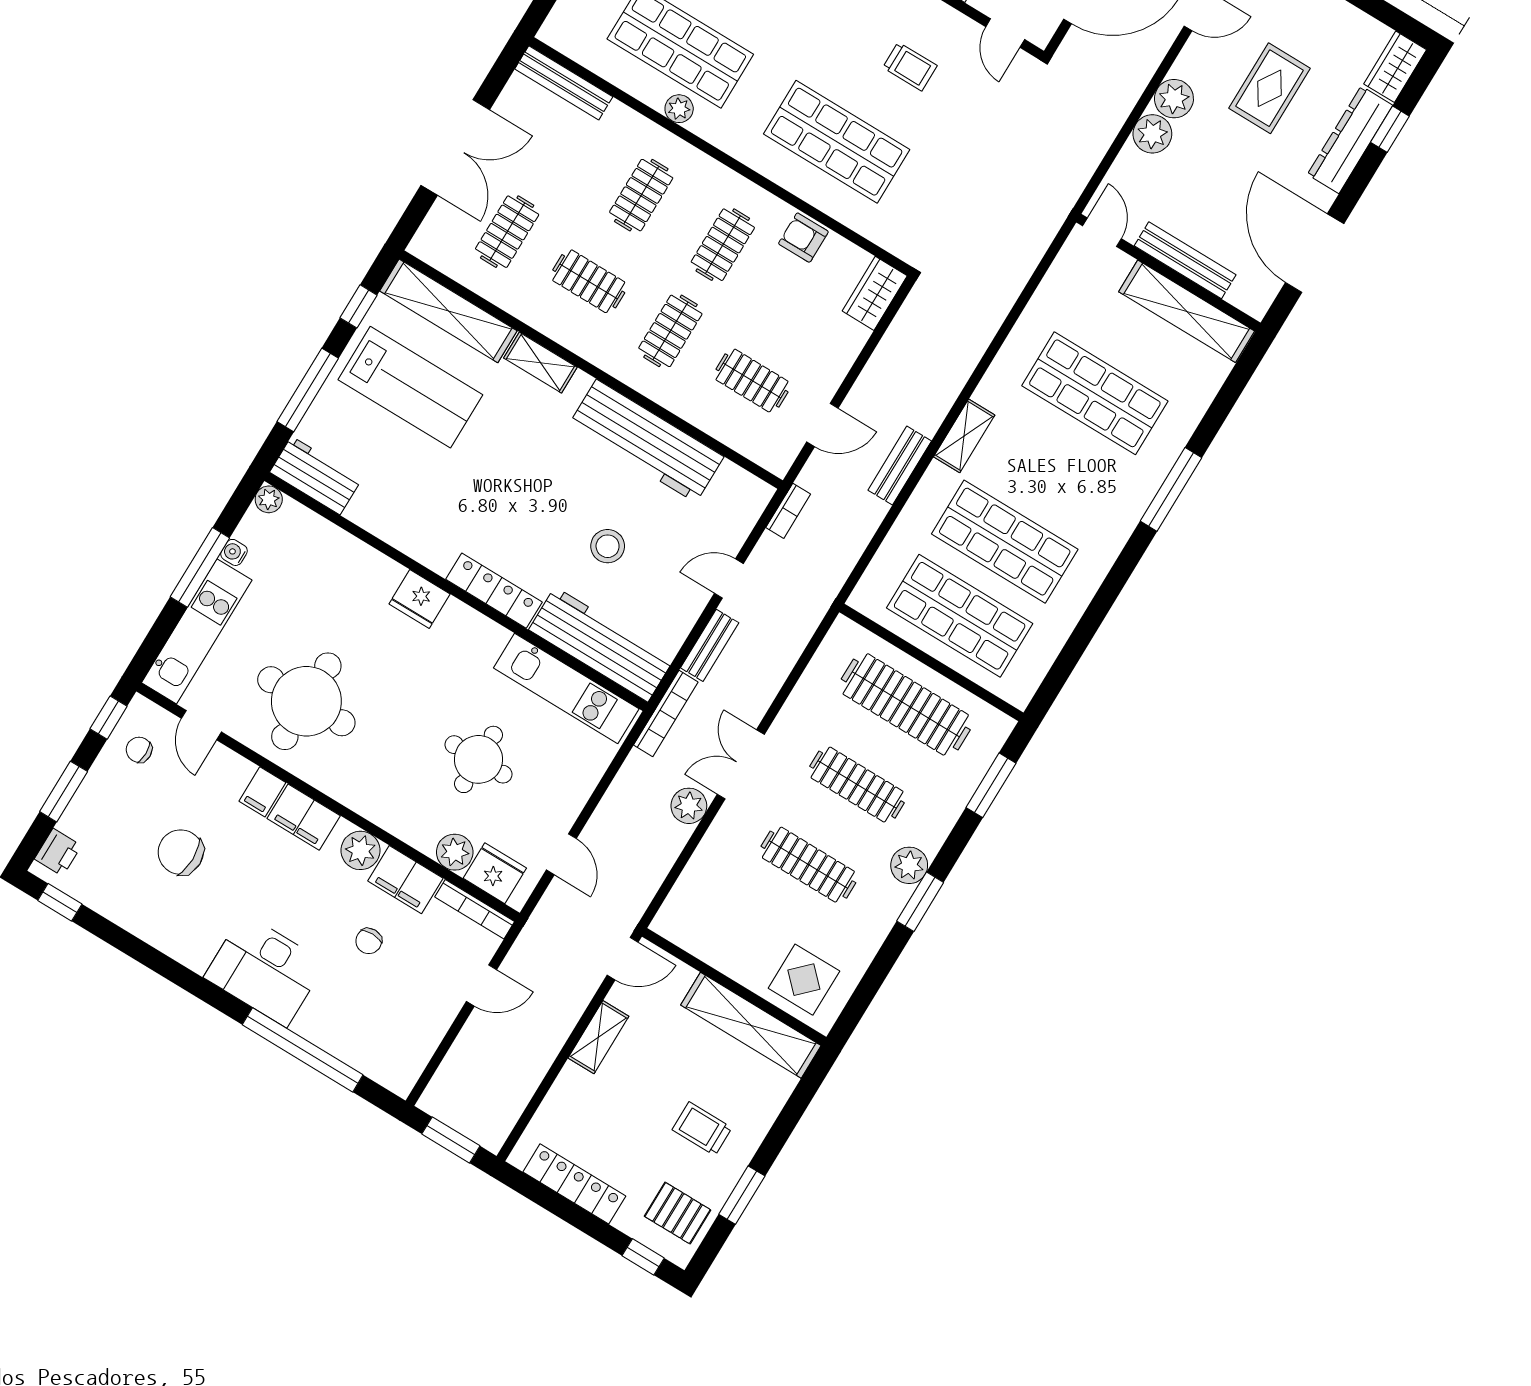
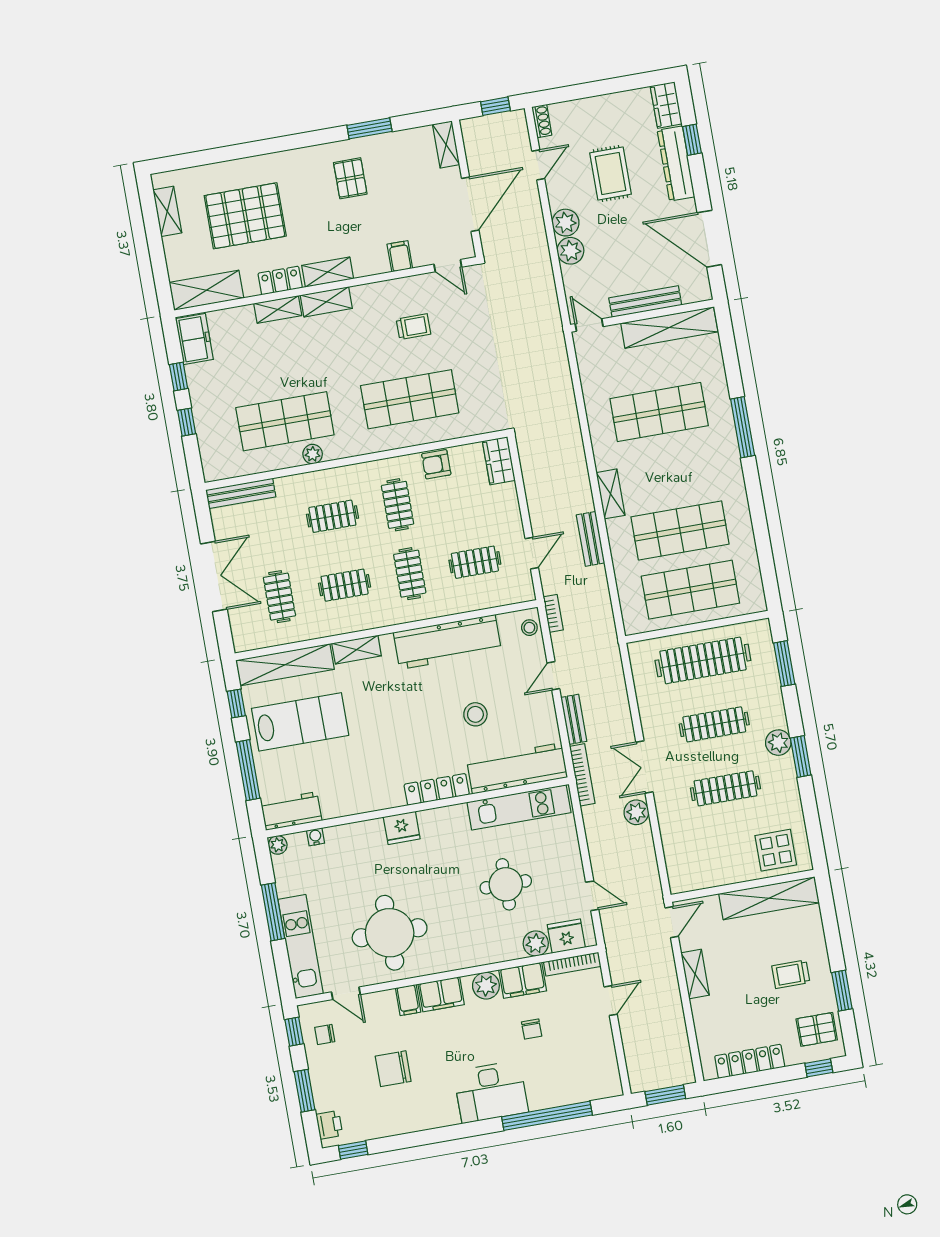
clothes rail: (641, 195) -> (332, 516), turned 90
stool: (749, 504) -> (529, 628), added
water cooler: (234, 552) -> (315, 837), moved, turned 90

